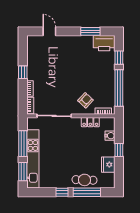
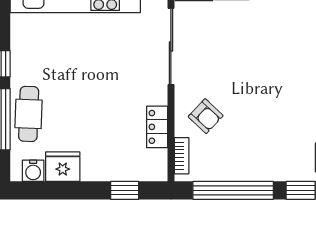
water cooler: (110, 136) -> (33, 171), moved
window: (119, 150) -> (125, 190), moved

